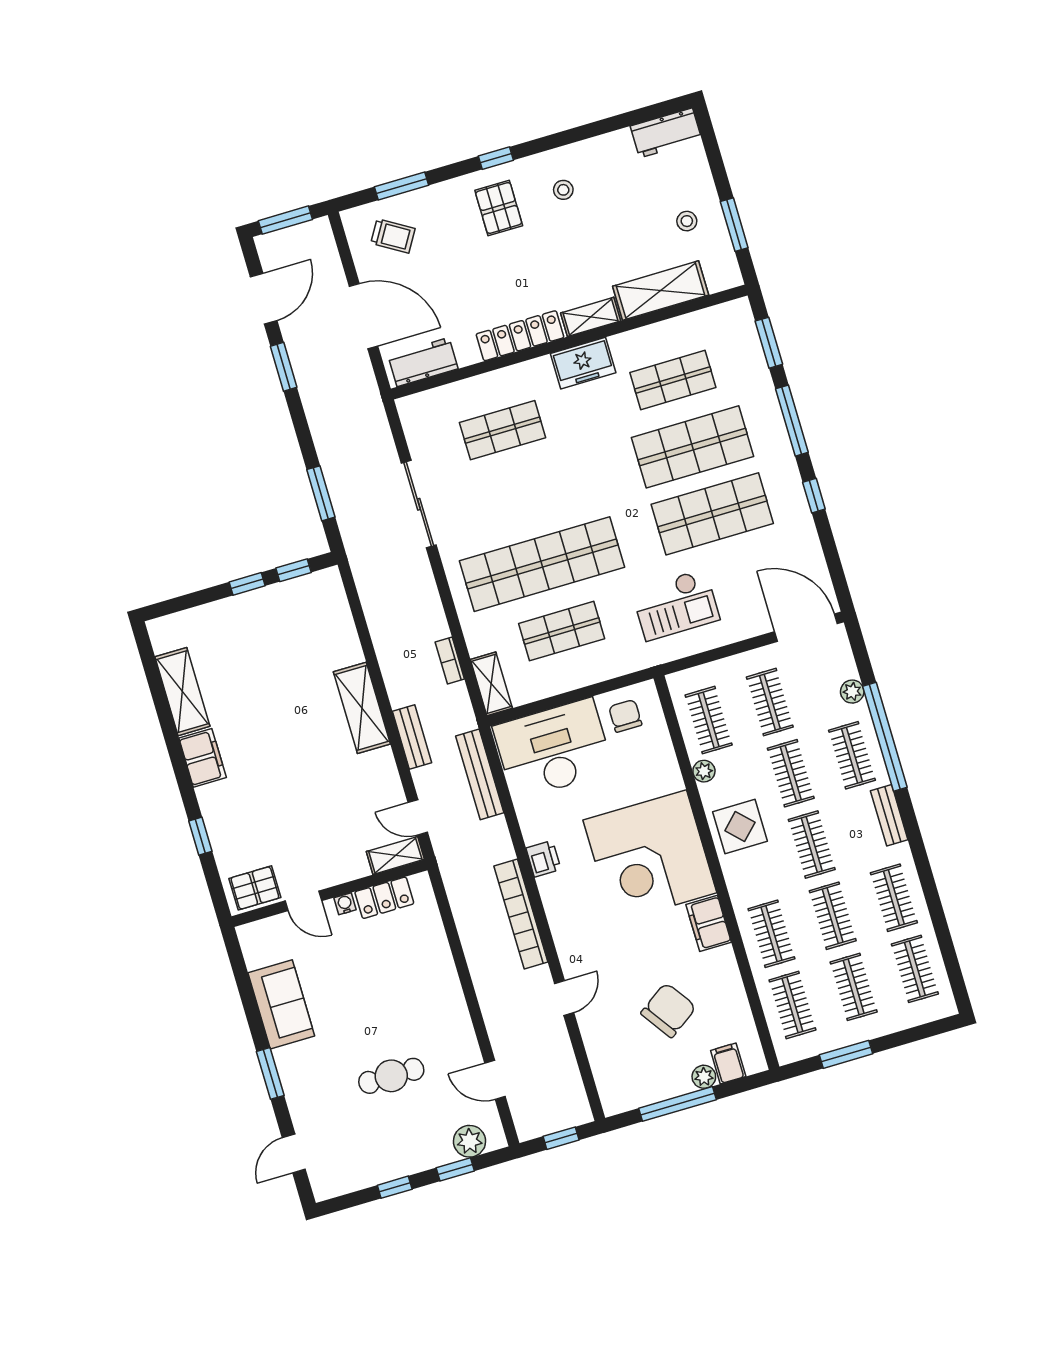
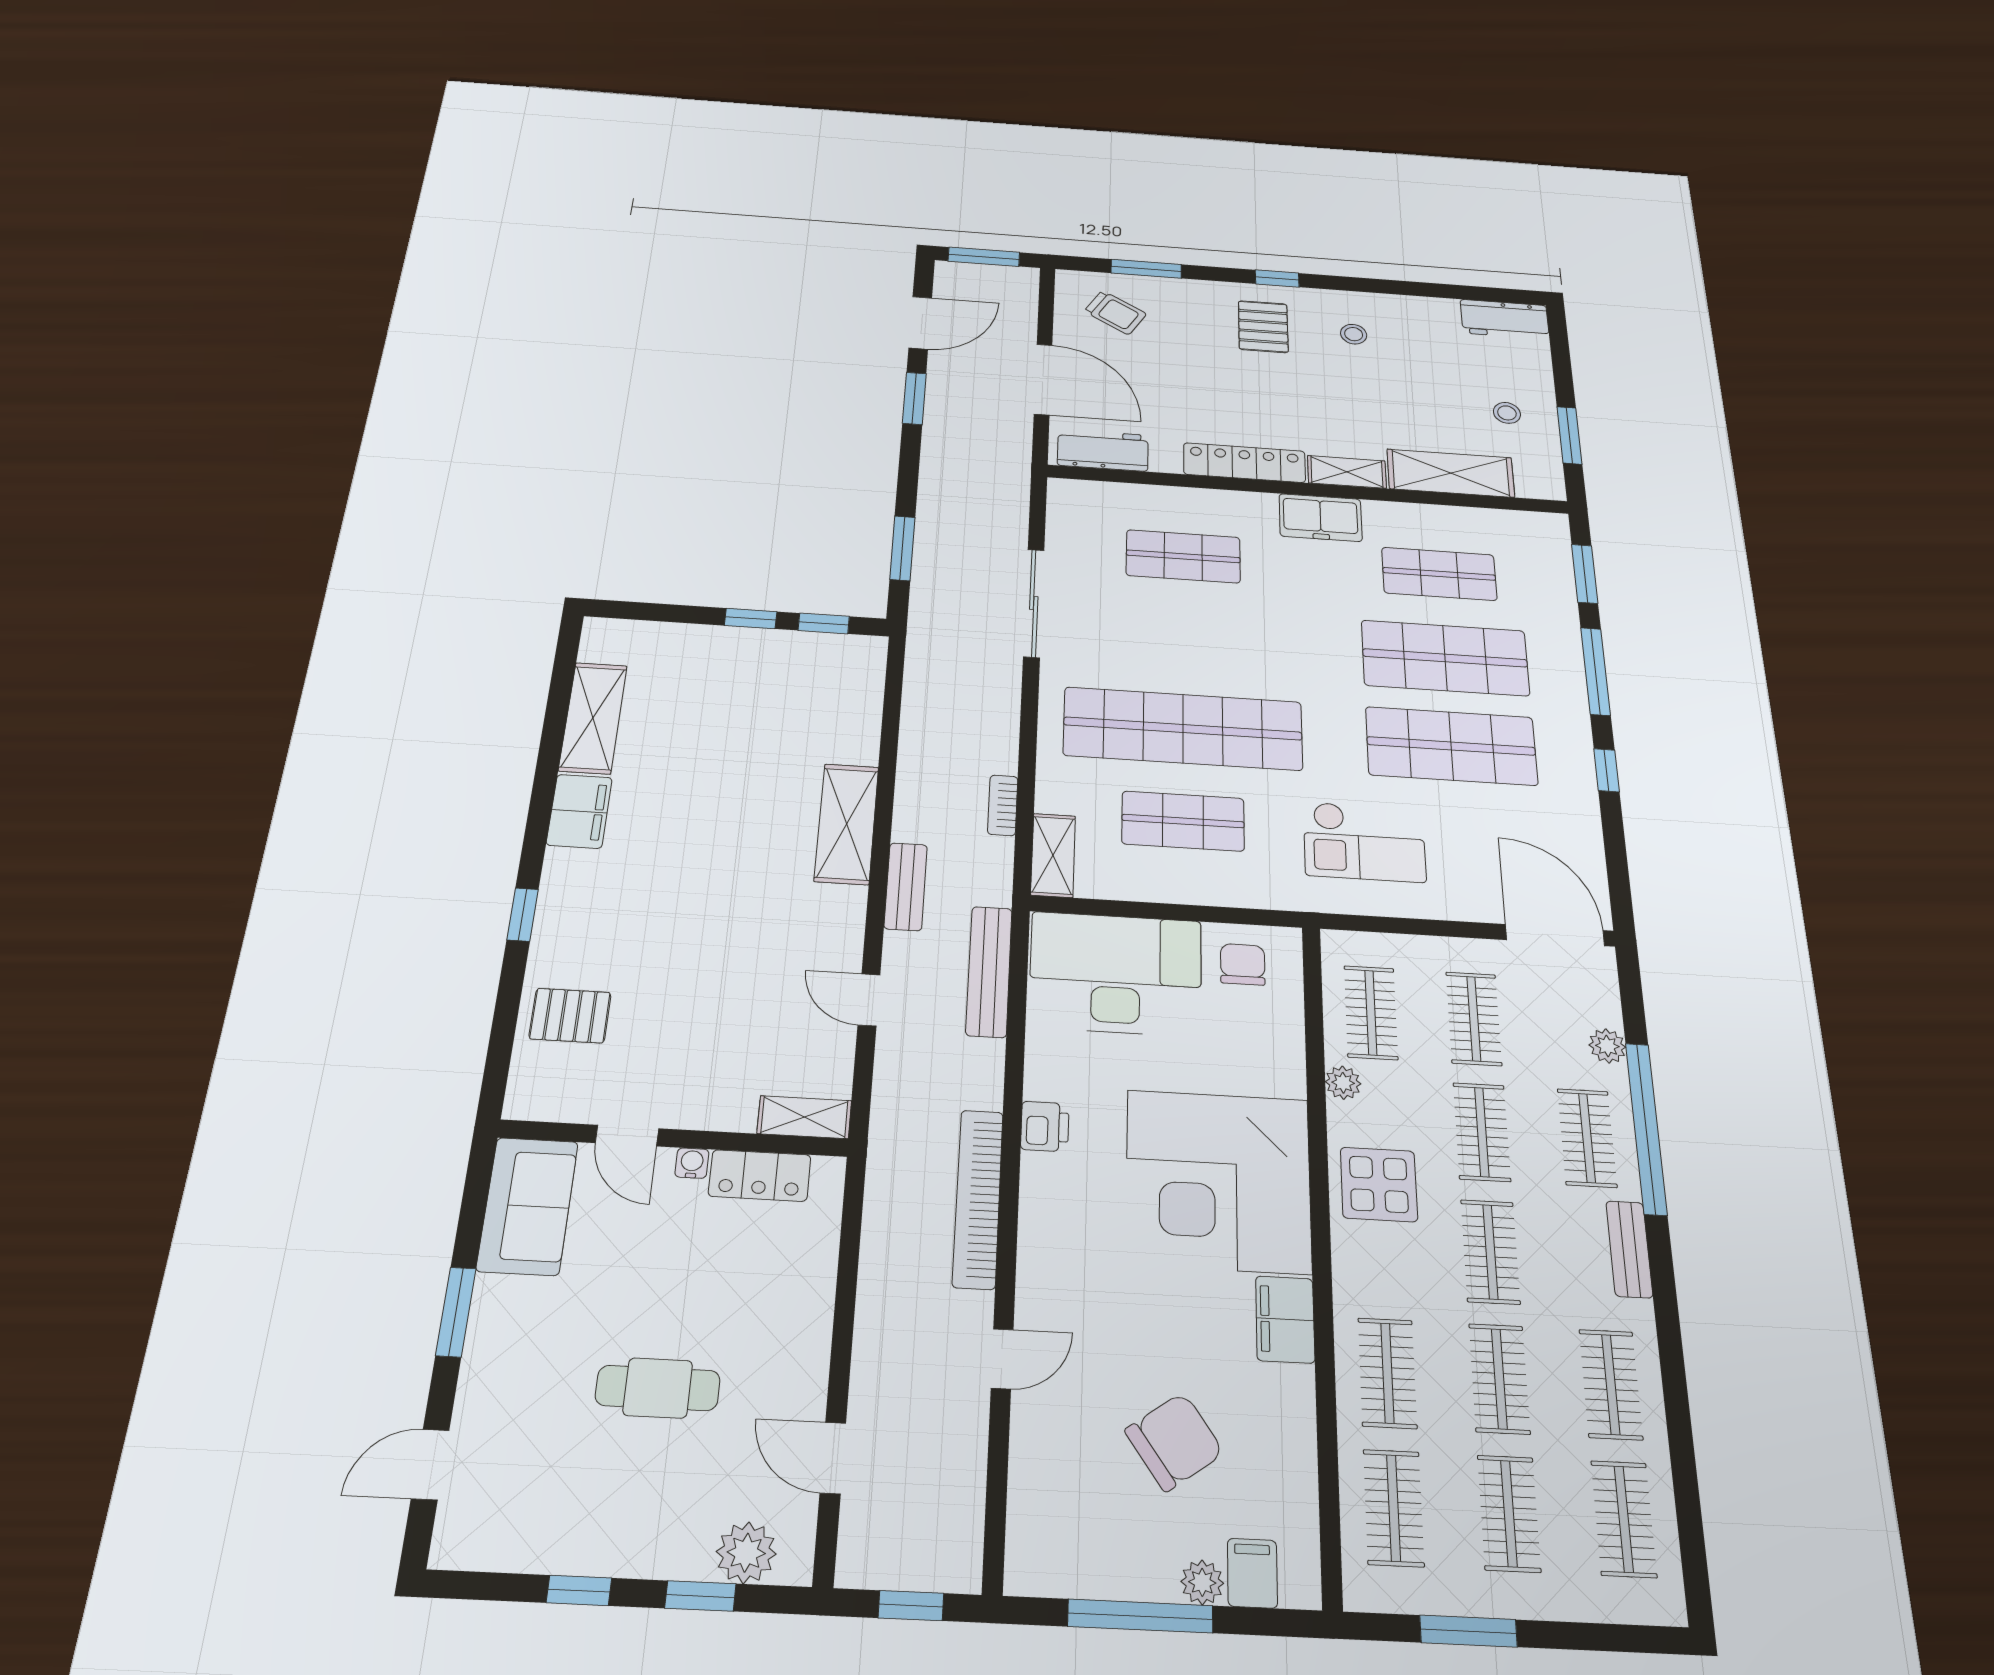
shelving: (395, 855) -> (804, 1117), moved
wall: (329, 893) -> (674, 1138), moved
locker: (384, 898) -> (760, 1176), moved
door: (303, 901) -> (627, 1136), moved
water cooler: (345, 904) -> (692, 1163), moved

